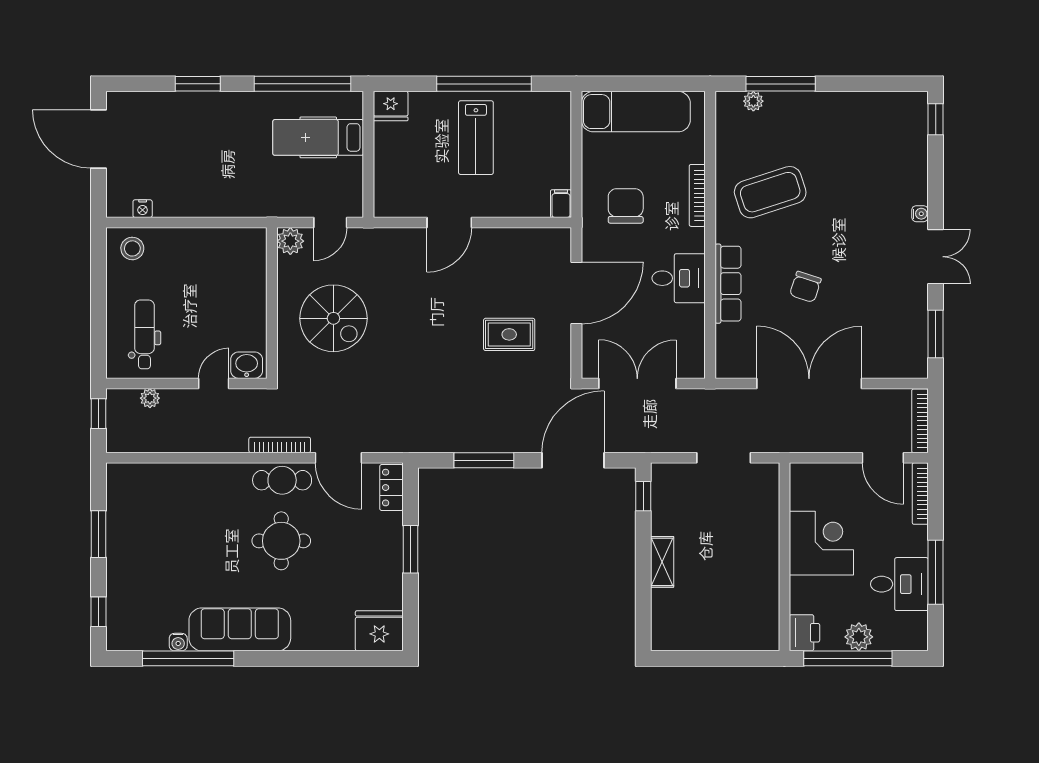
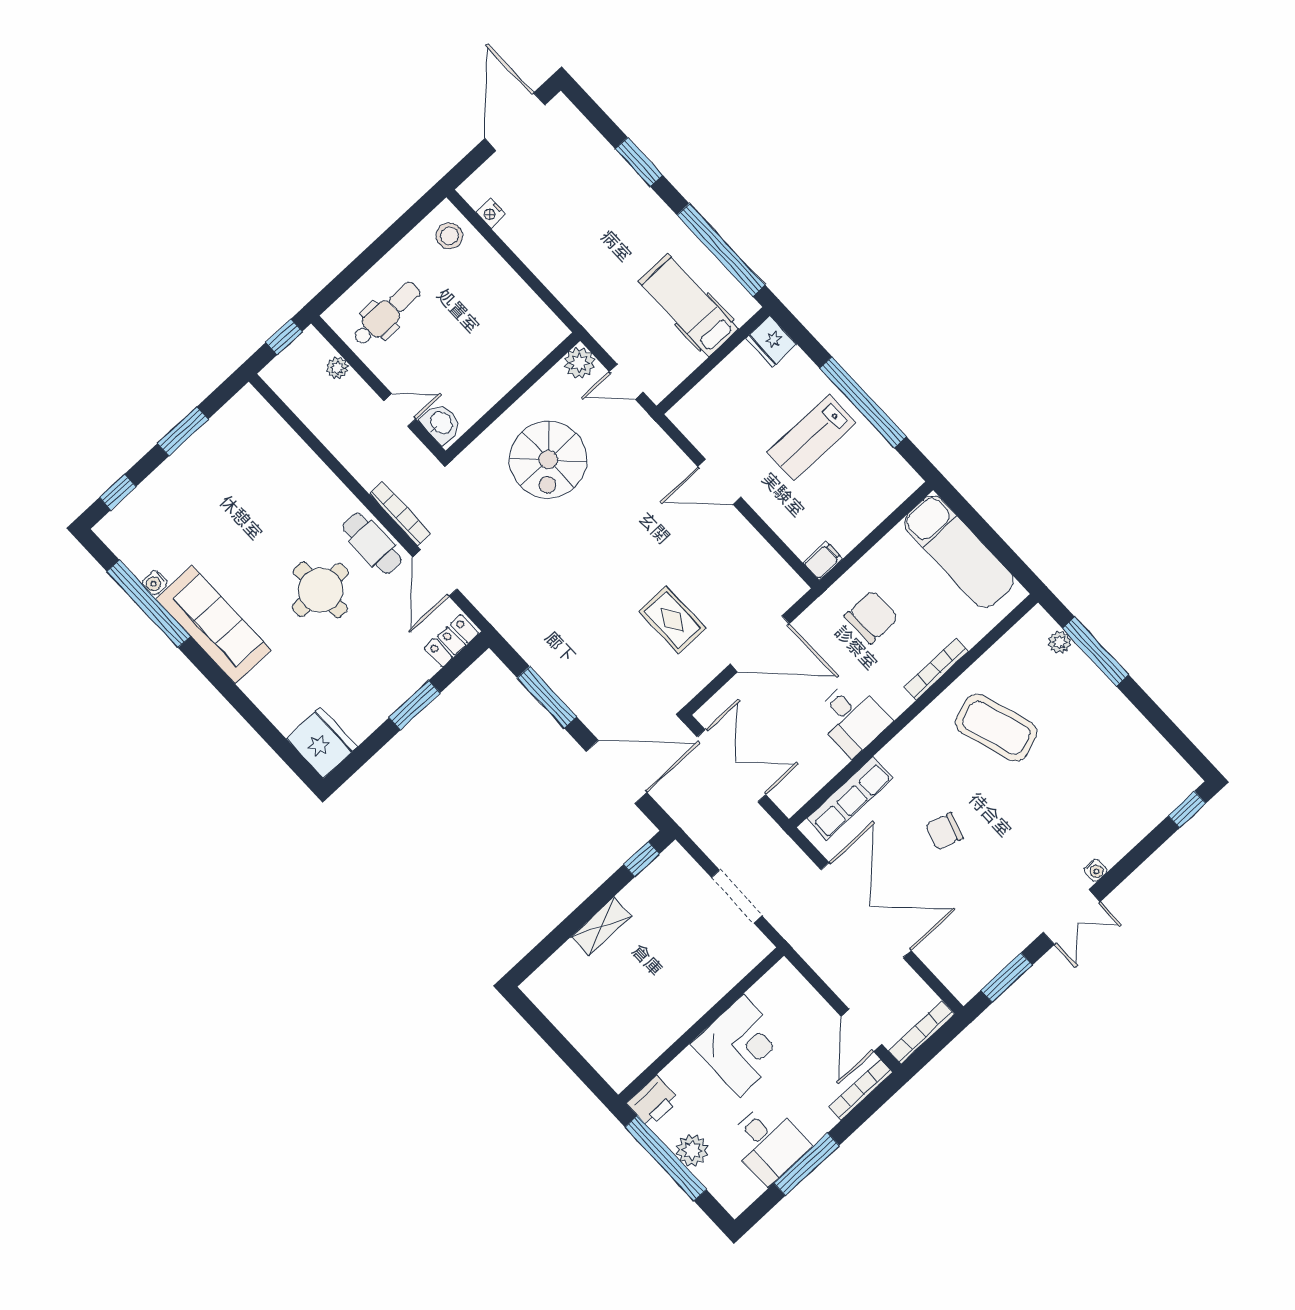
row of seats: (728, 284) -> (850, 798), moved

